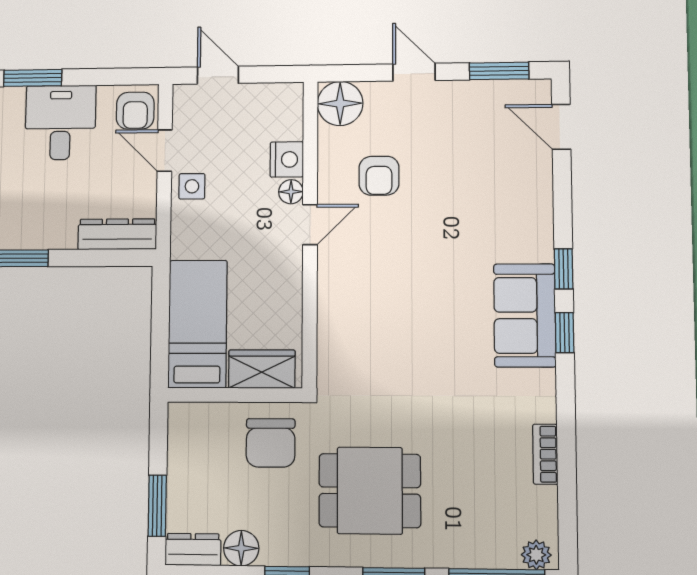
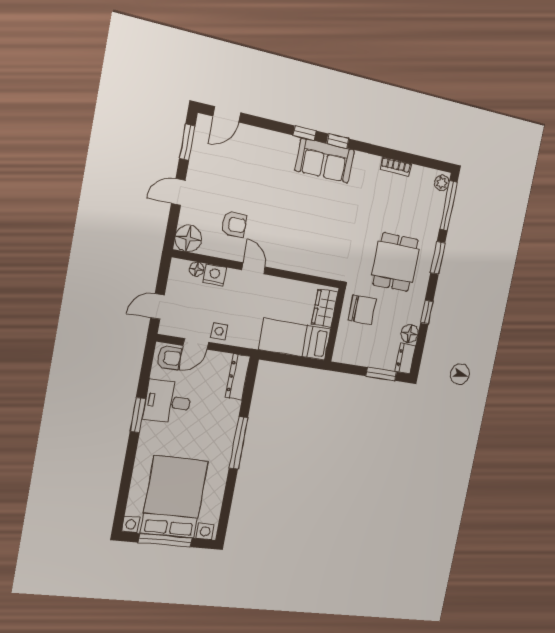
floor lamp: (291, 192) -> (197, 269), moved

